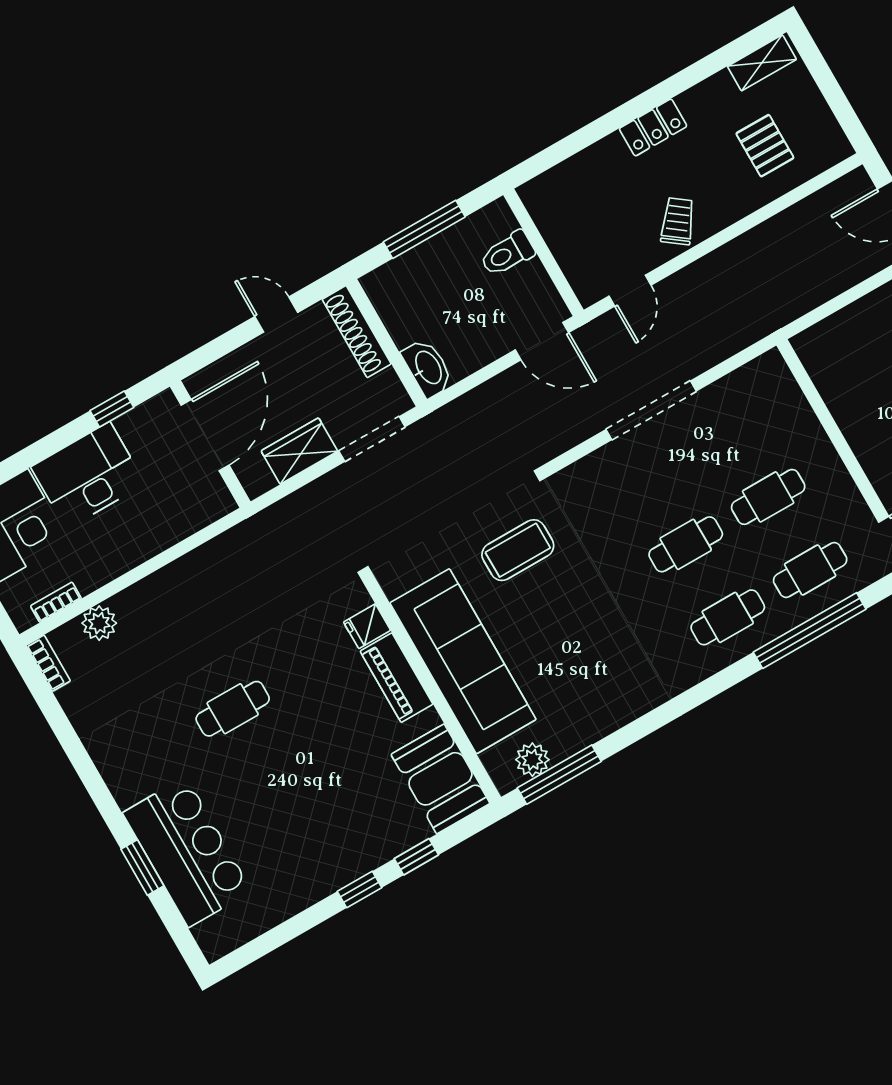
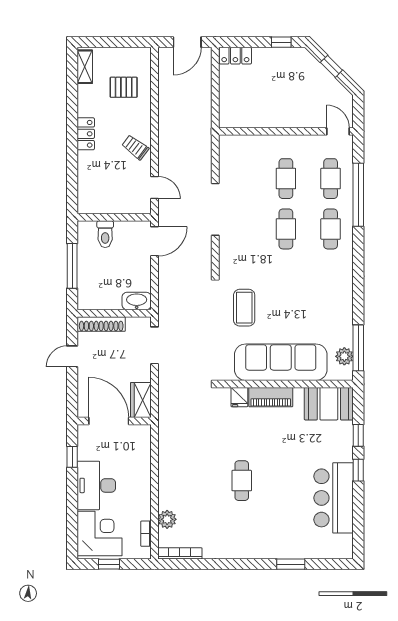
wardrobe: (299, 451) -> (141, 400), moved
bookcase: (48, 663) -> (180, 553), width x1.56
bar counter: (187, 852) -> (334, 498), moved, turned -90

